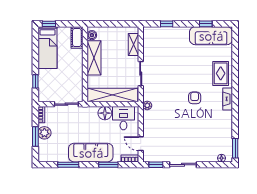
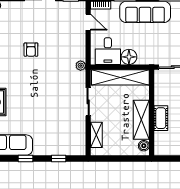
window: (206, 24) -> (25, 159), moved
cot: (77, 38) -> (161, 118), moved
armchair: (195, 98) -> (31, 50), moved

